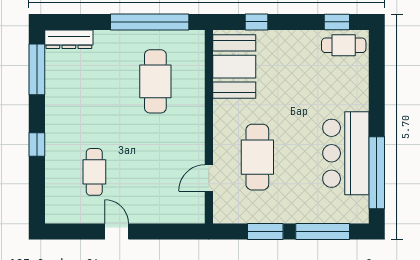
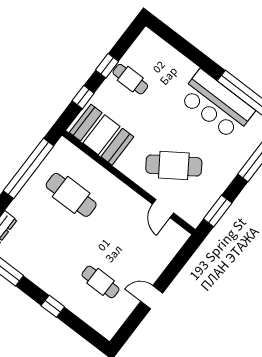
window: (337, 22) -> (107, 66), moved
cafe table: (344, 45) -> (130, 79), moved, turned 90
cafe table: (257, 157) -> (174, 166), turned -34
window: (265, 231) -> (218, 211), moved

